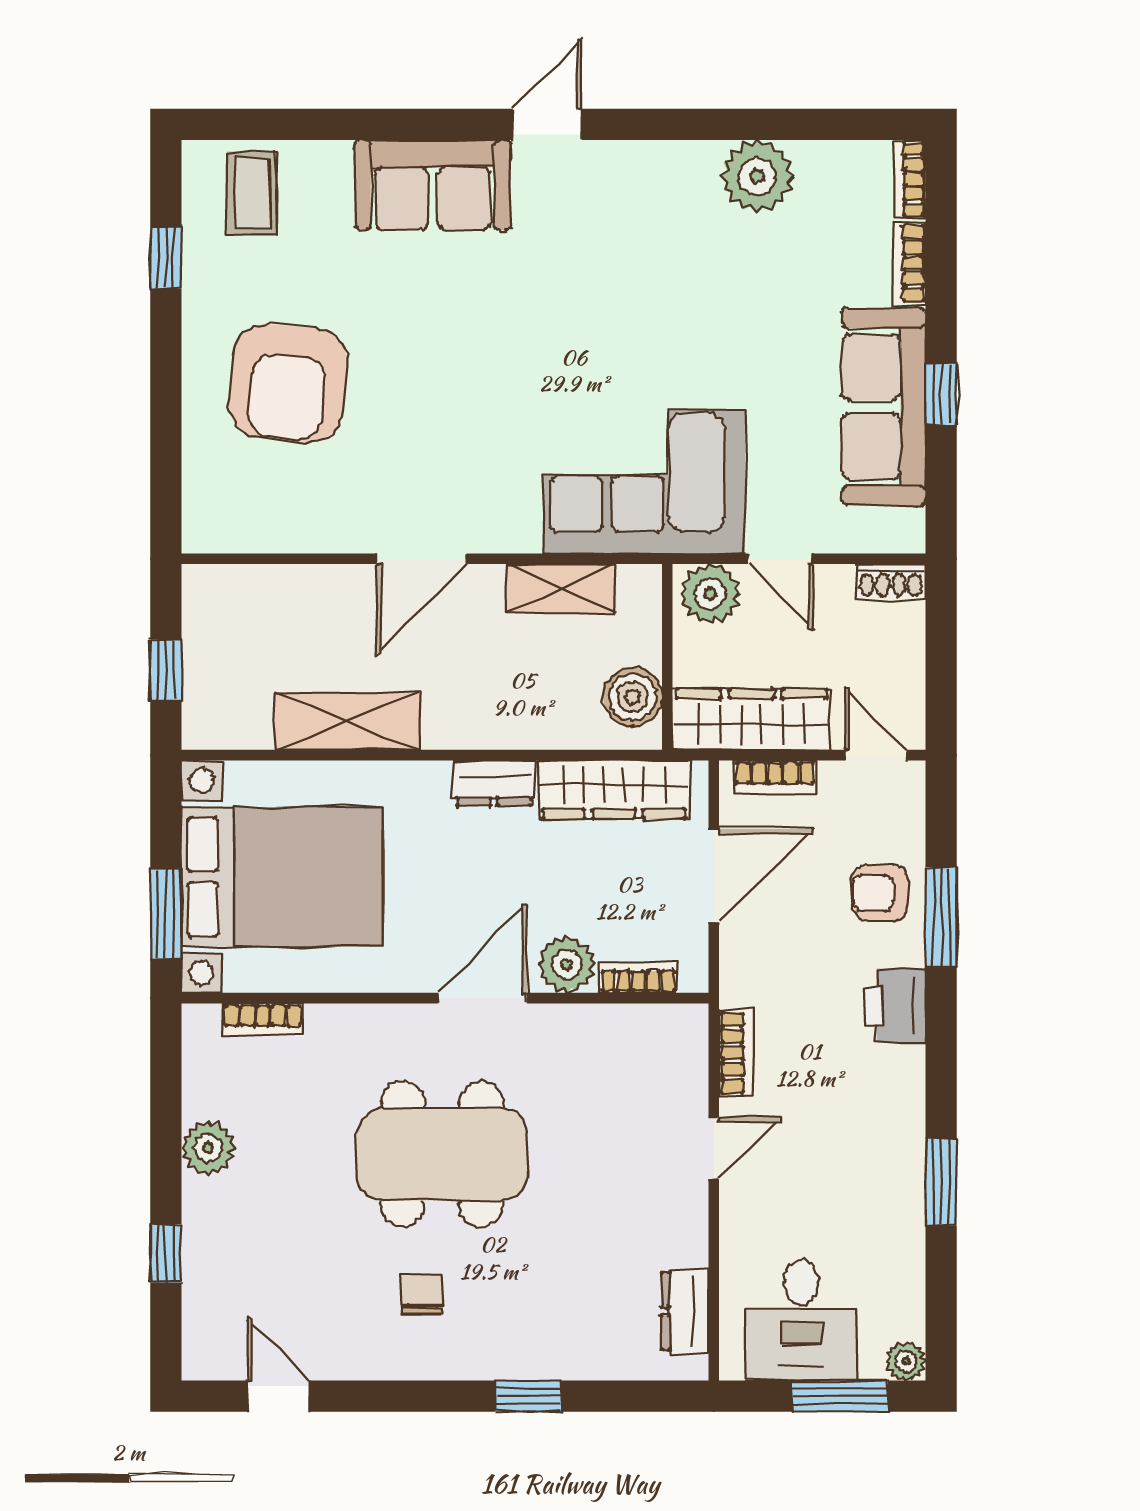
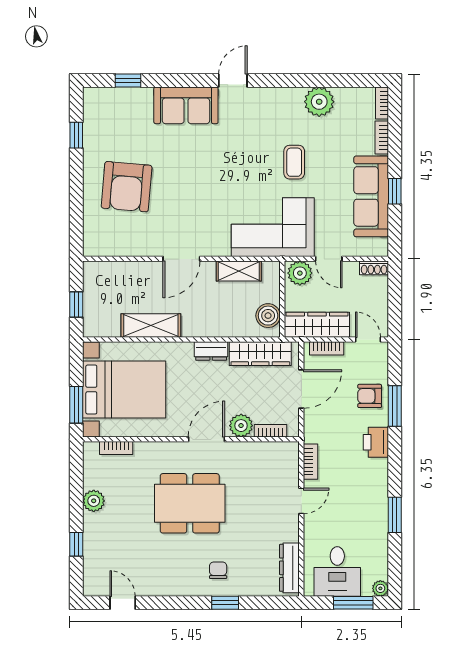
window: (292, 124) -> (128, 80), added
coffee table: (252, 193) -> (294, 162), moved
chair: (422, 1295) -> (218, 570), moved
dresser: (685, 1311) -> (289, 568), width x1.44

